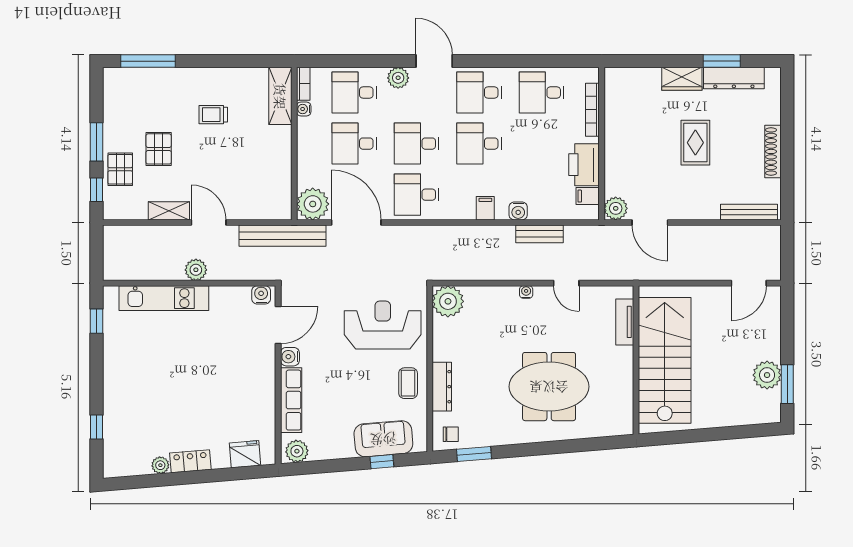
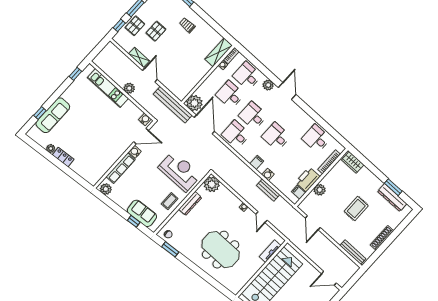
wardrobe: (682, 79) -> (353, 162), moved
desk: (479, 92) -> (293, 118), removed
trolley: (213, 115) -> (187, 25), moved
plant: (616, 208) -> (320, 190), moved
dresser: (442, 387) -> (190, 203), moved
sofa: (119, 413) -> (53, 115), added
fridge: (245, 454) -> (86, 173), removed

